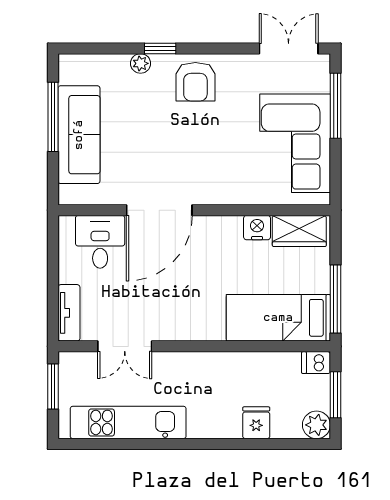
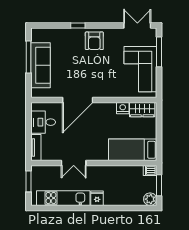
plant: (141, 63) -> (69, 32), removed
desk: (100, 242) -> (43, 122), moved, turned -90
window: (335, 299) -> (159, 141), removed
double door: (125, 346) -> (74, 163), moved
fridge: (256, 423) -> (97, 198), moved

